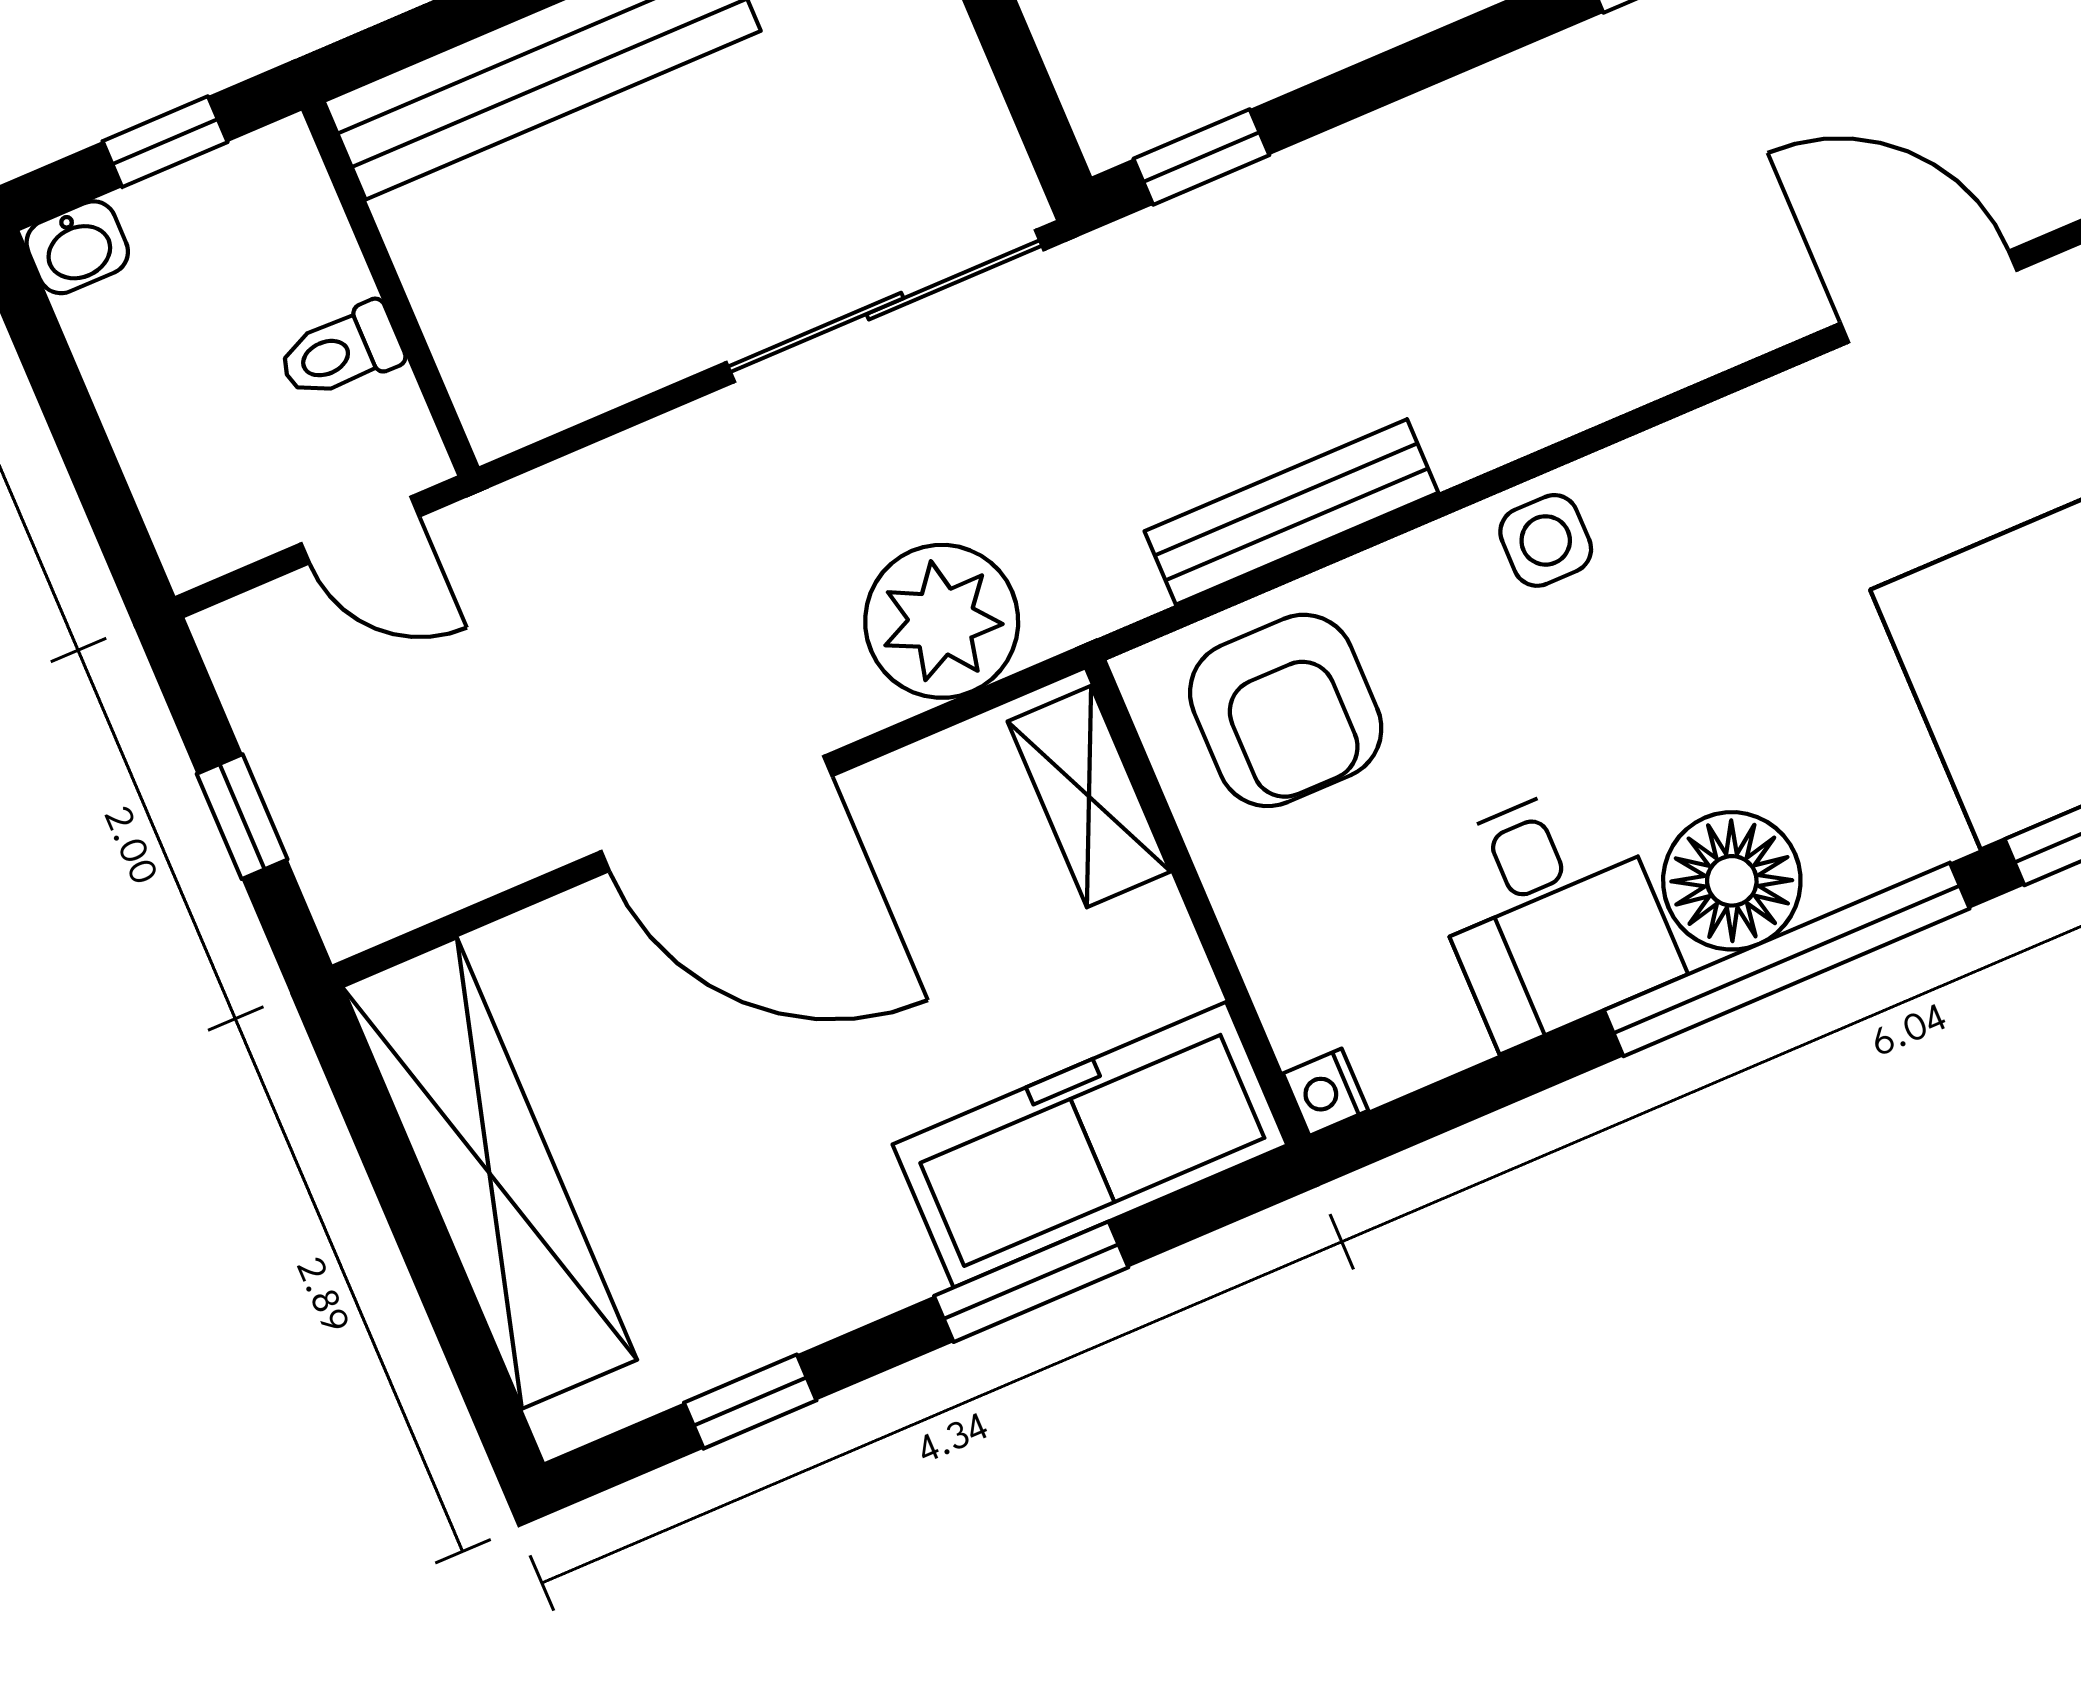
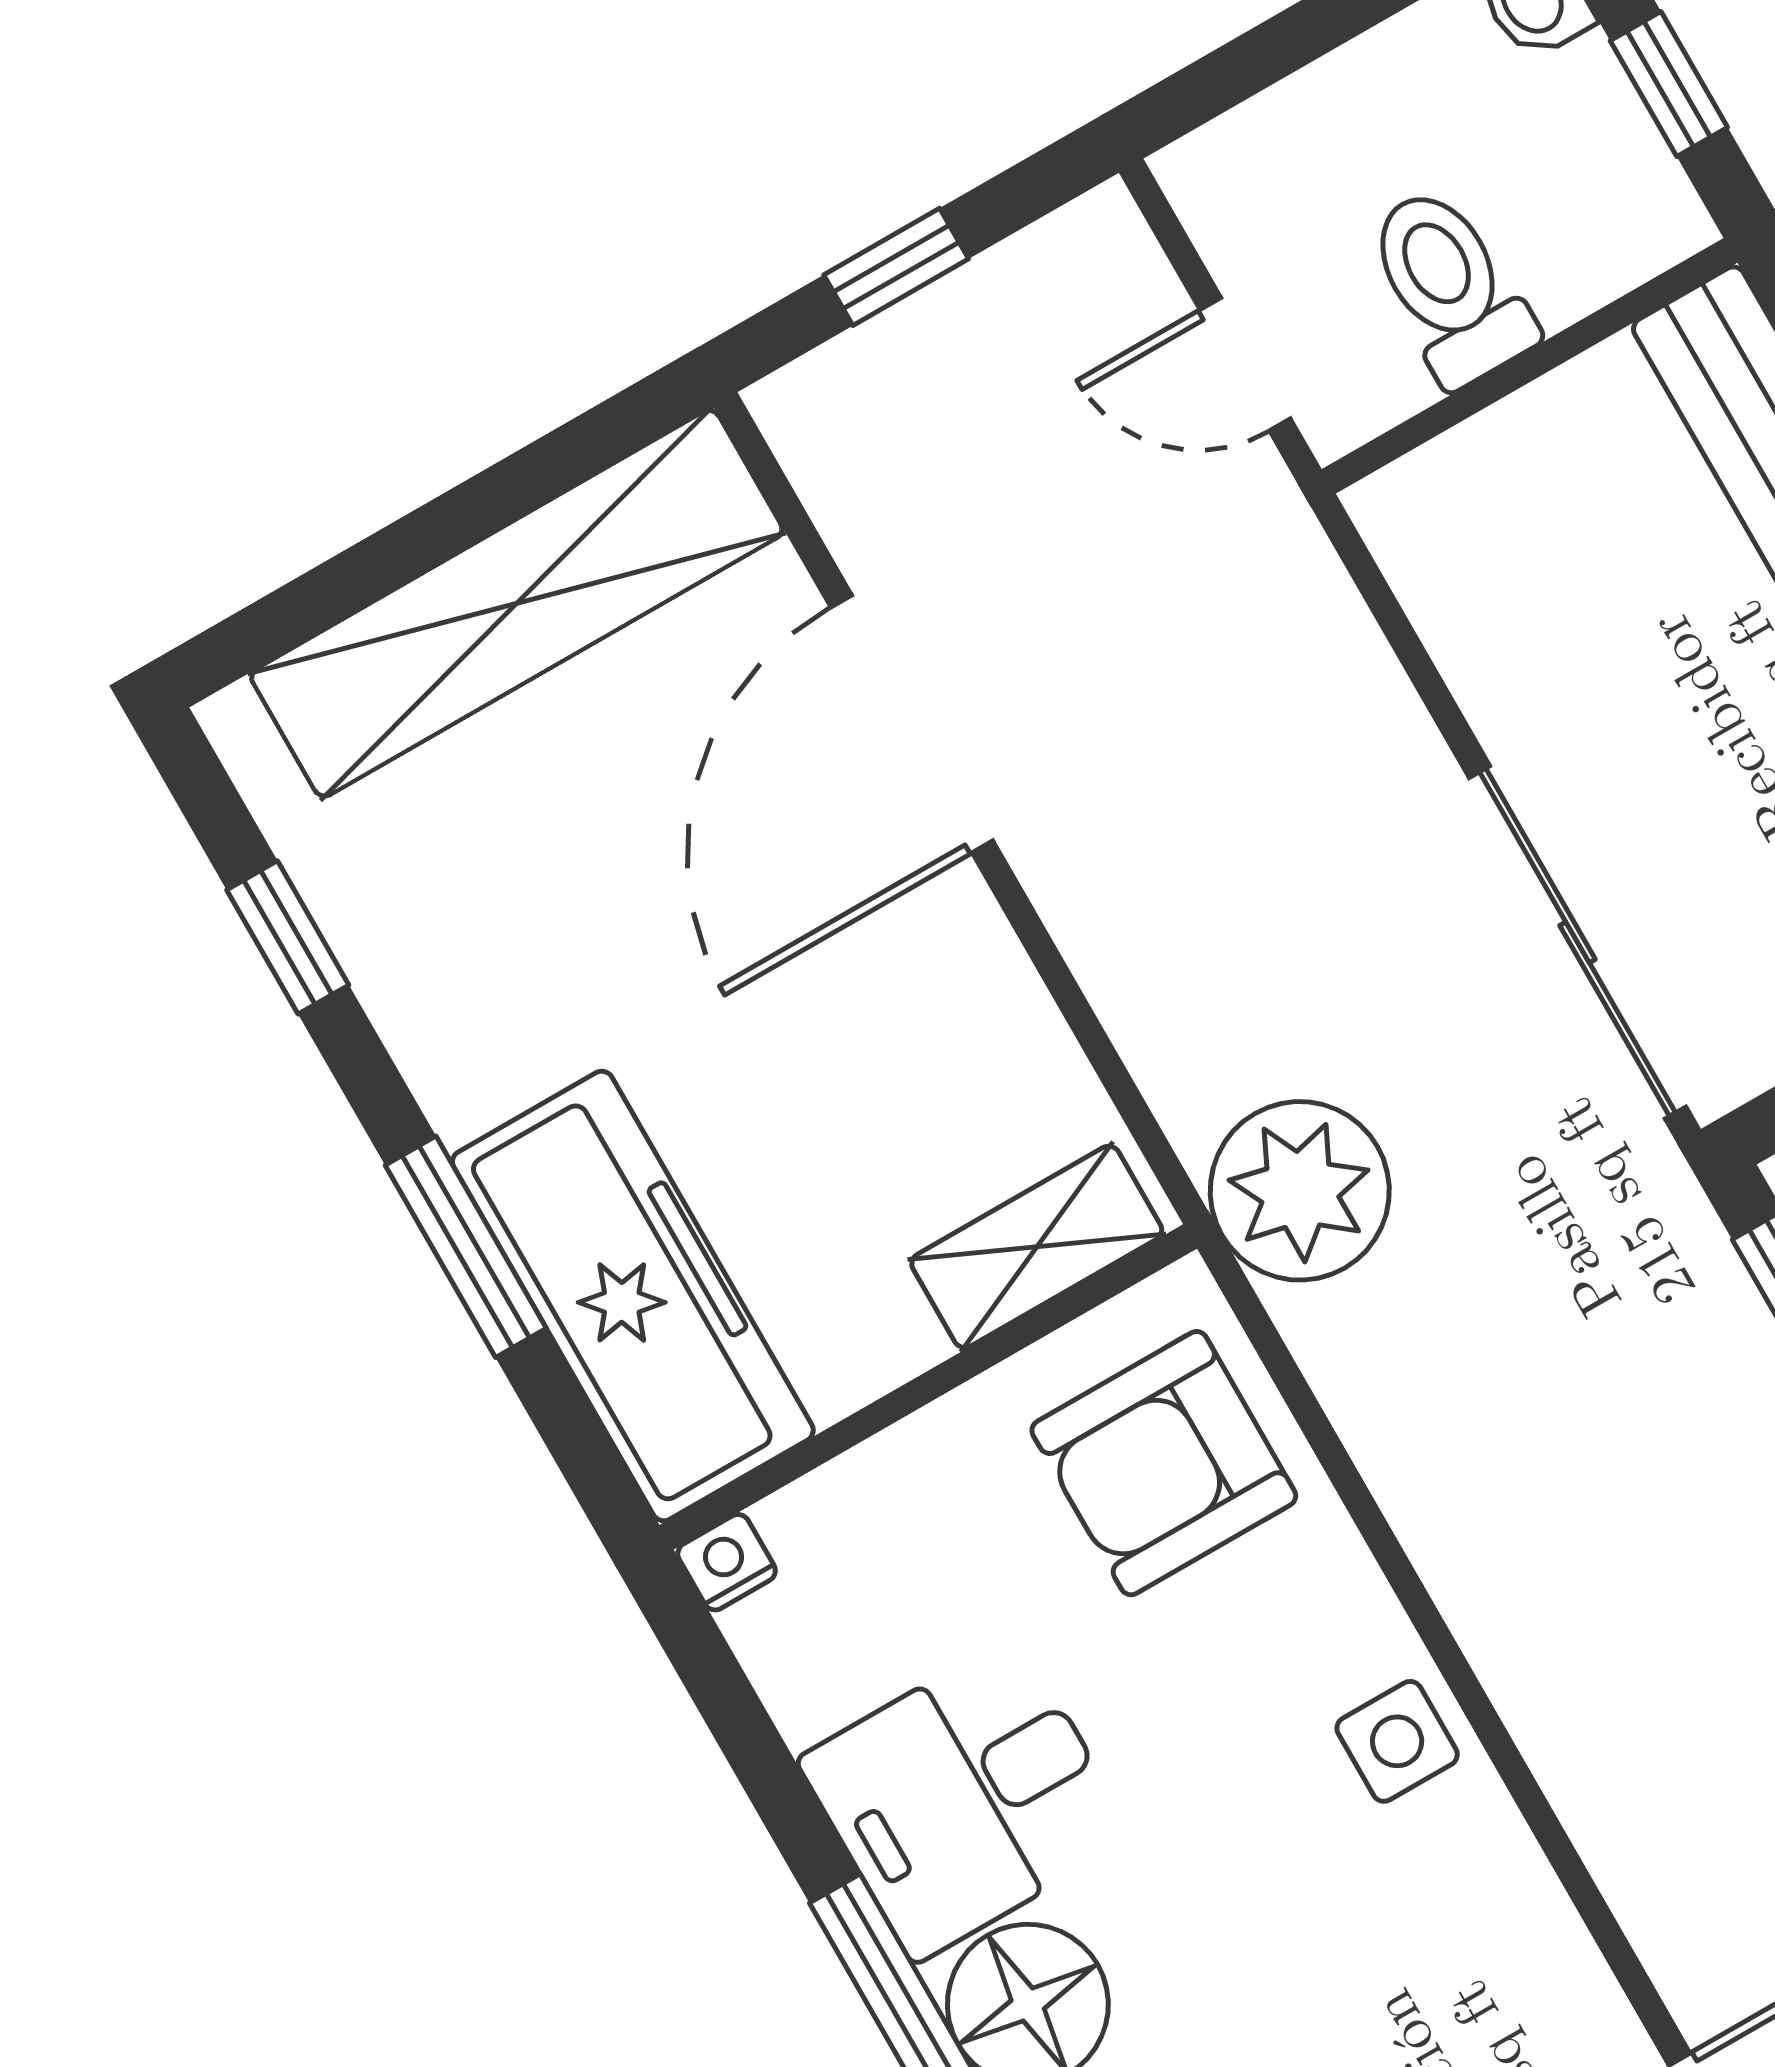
toilet: (341, 352) -> (1450, 286), width x1.37, depth x1.39
bench: (1291, 512) -> (1395, 1442), removed
door: (360, 530) -> (1245, 364), hinge flipped
plant: (942, 621) -> (1300, 1191), moved
door: (717, 814) -> (912, 724), moved

